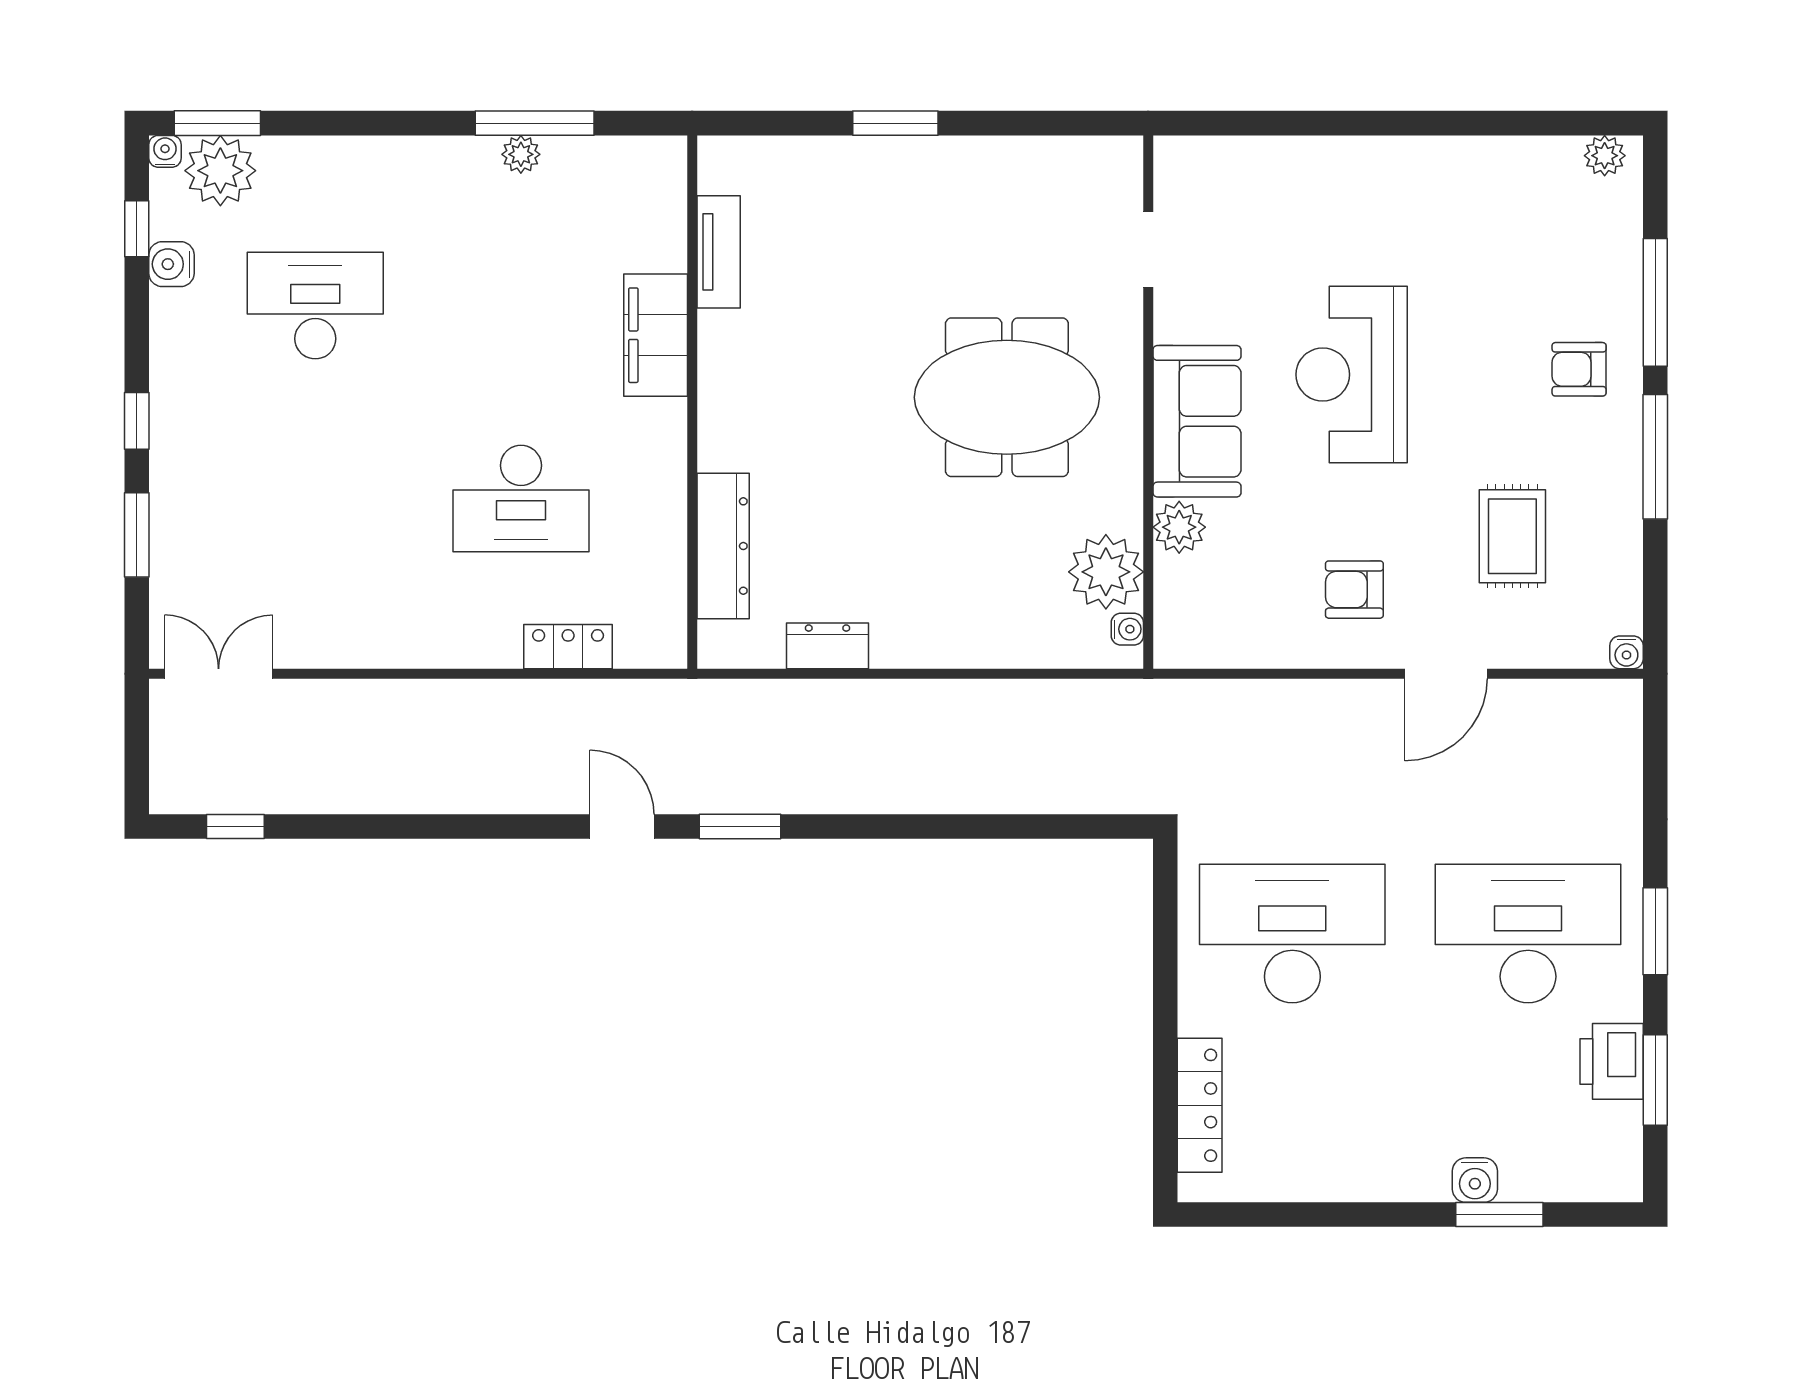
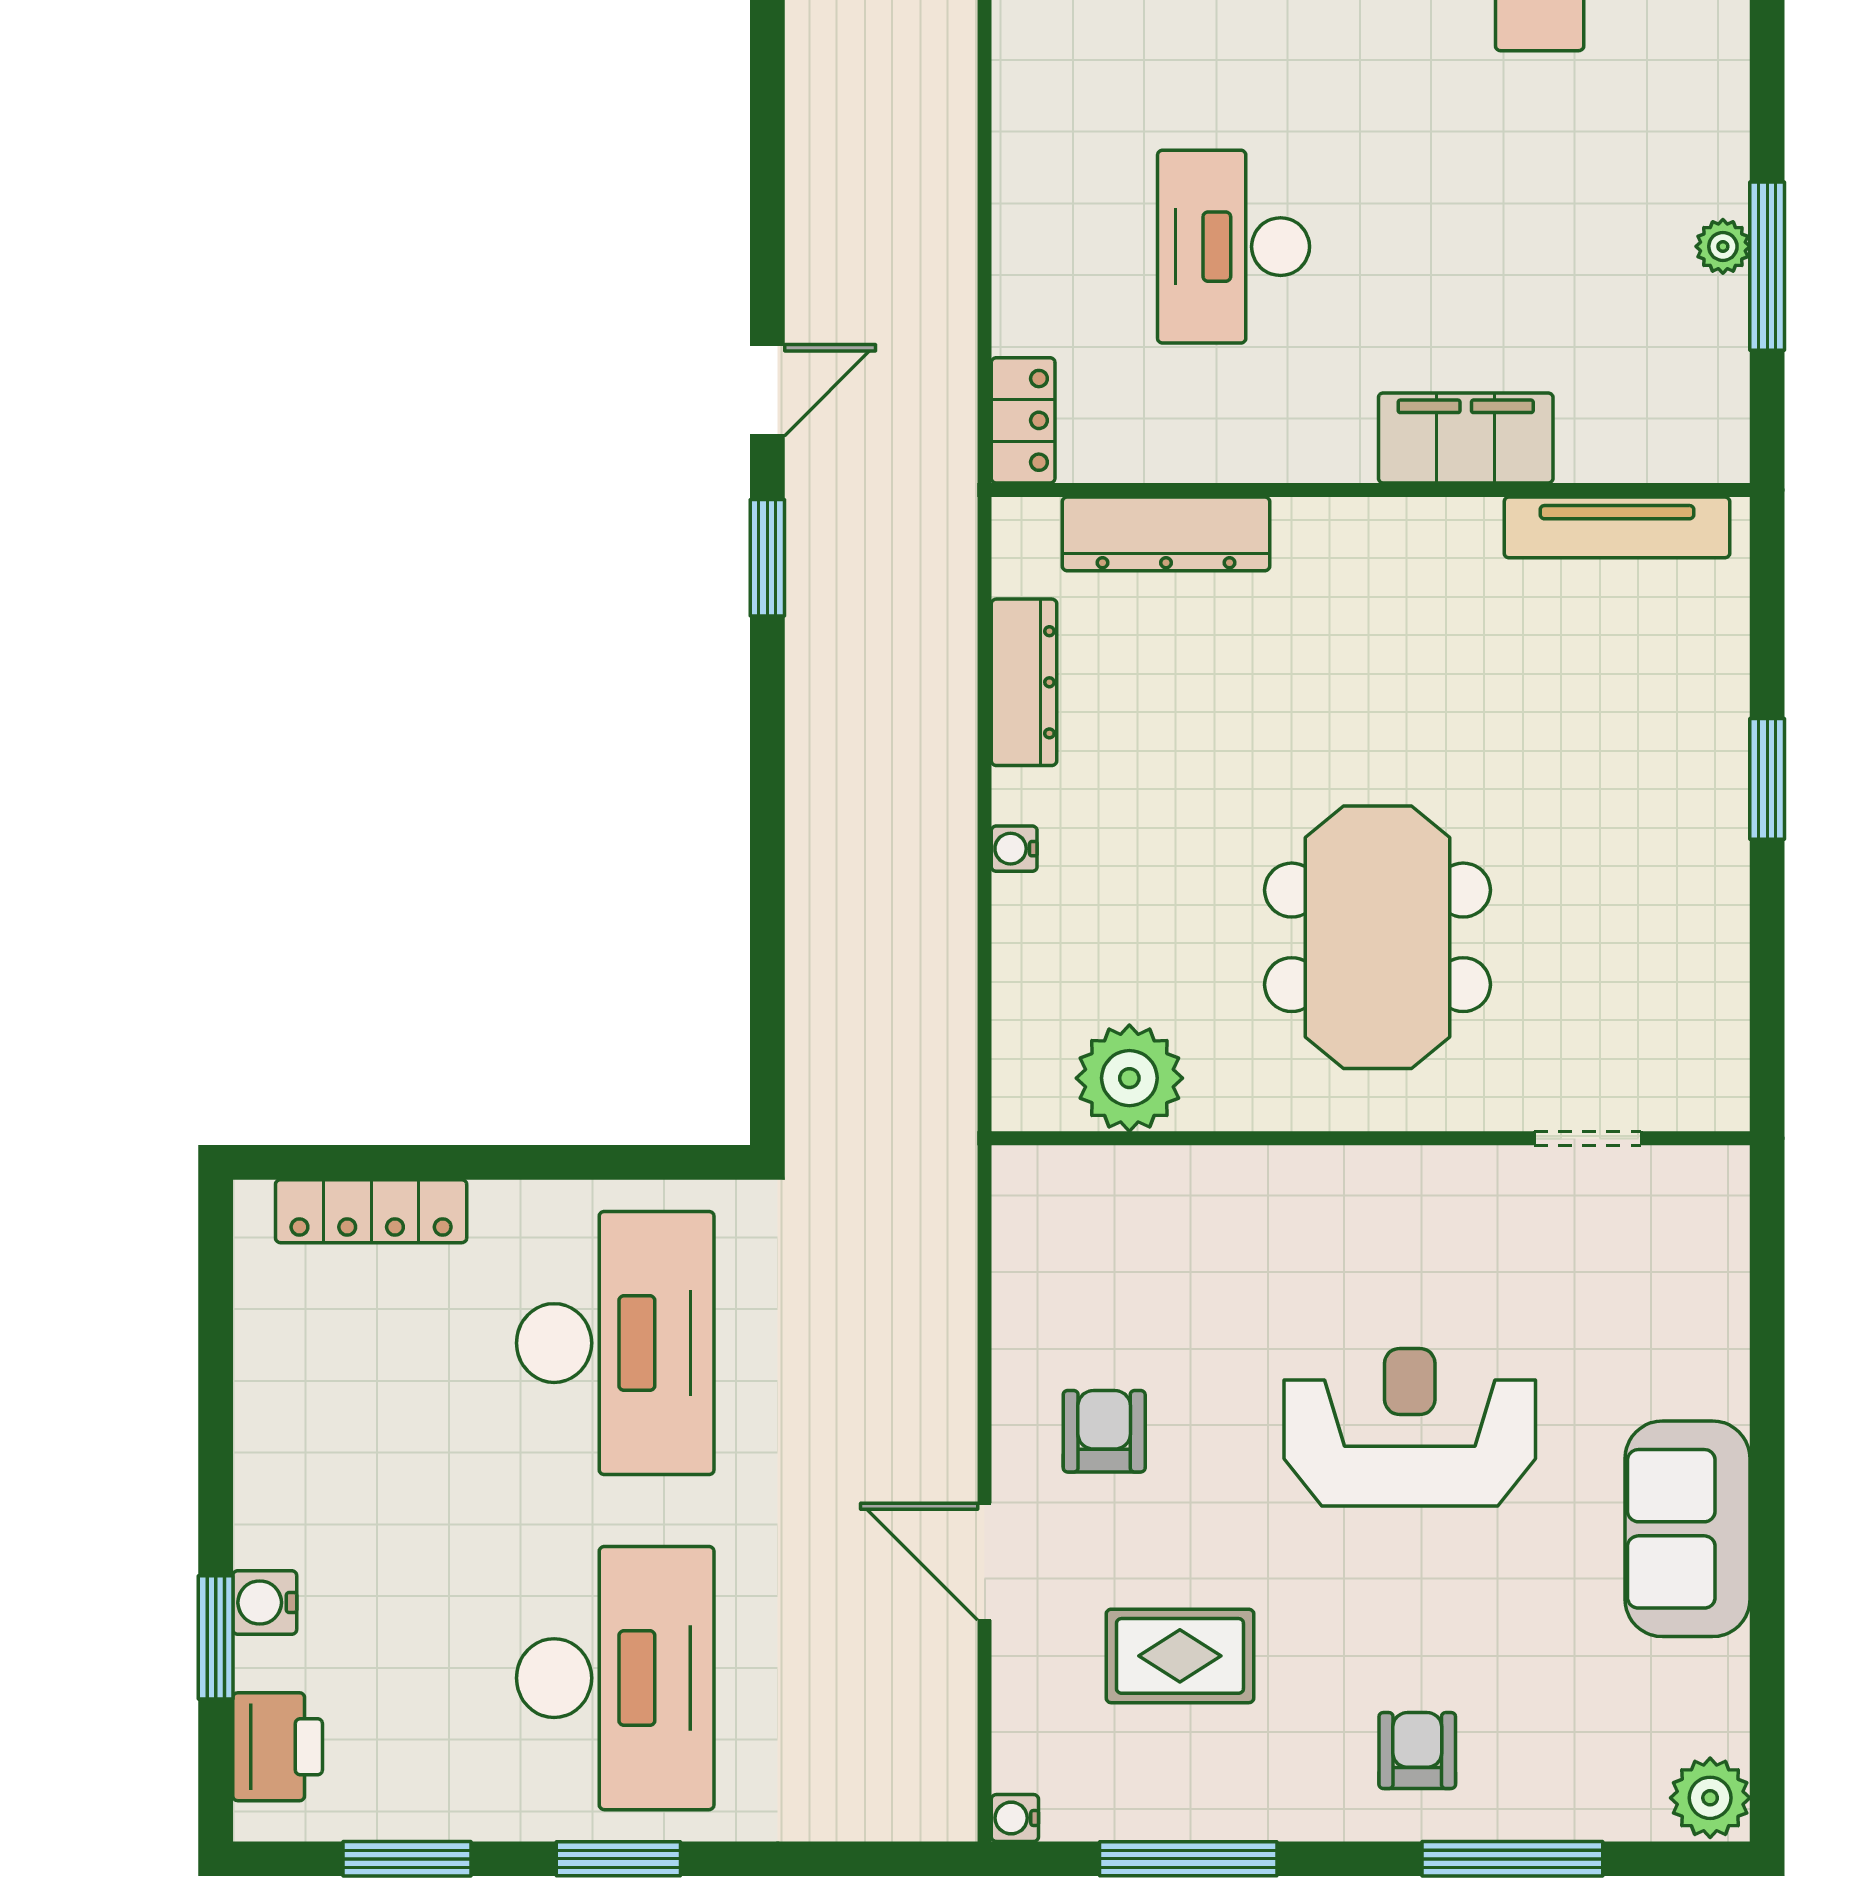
plant: (1605, 156) -> (1710, 1798), width x1.38, depth x1.38
tv unit: (719, 252) -> (1617, 527), width x1.41
sofa: (1197, 421) -> (1687, 1529), moved, turned 90
window: (1655, 457) -> (1188, 1859), moved
plant: (1179, 527) -> (1193, 1182), removed
water cooler: (1127, 629) -> (1014, 849), moved, turned 90
dresser: (827, 646) -> (1024, 682), width x1.44
locker: (568, 647) -> (1023, 420), moved
printer: (1612, 1061) -> (278, 1747), moved, turned 90

